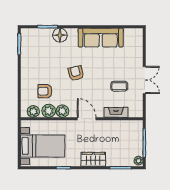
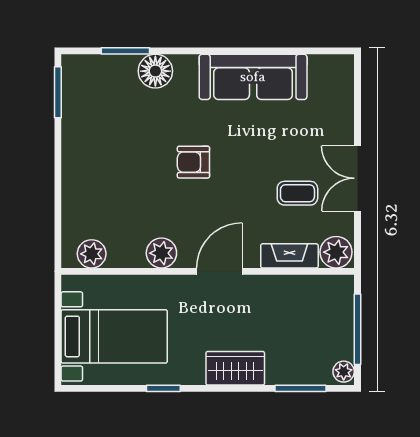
armchair: (76, 73) -> (193, 162), turned -76
double door: (144, 80) -> (357, 178), swing flipped
armchair: (45, 91) -> (120, 205), removed
plant: (49, 111) -> (336, 252), moved
door: (87, 119) -> (219, 271), hinge flipped

